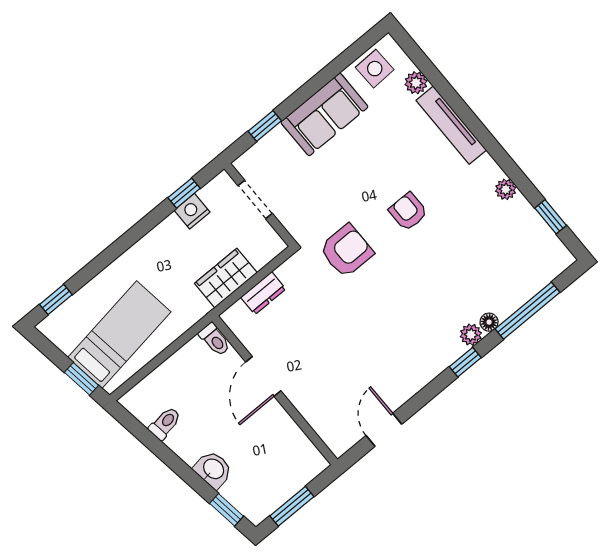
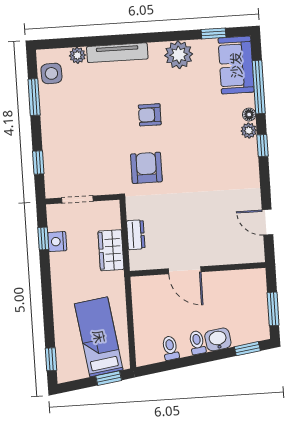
window: (334, 68) -> (34, 97), added
sofa: (324, 114) -> (236, 65), moved, turned 180
plant: (506, 189) -> (179, 55), width x1.87, depth x1.87
toilet: (215, 339) -> (197, 343), moved, turned -98

